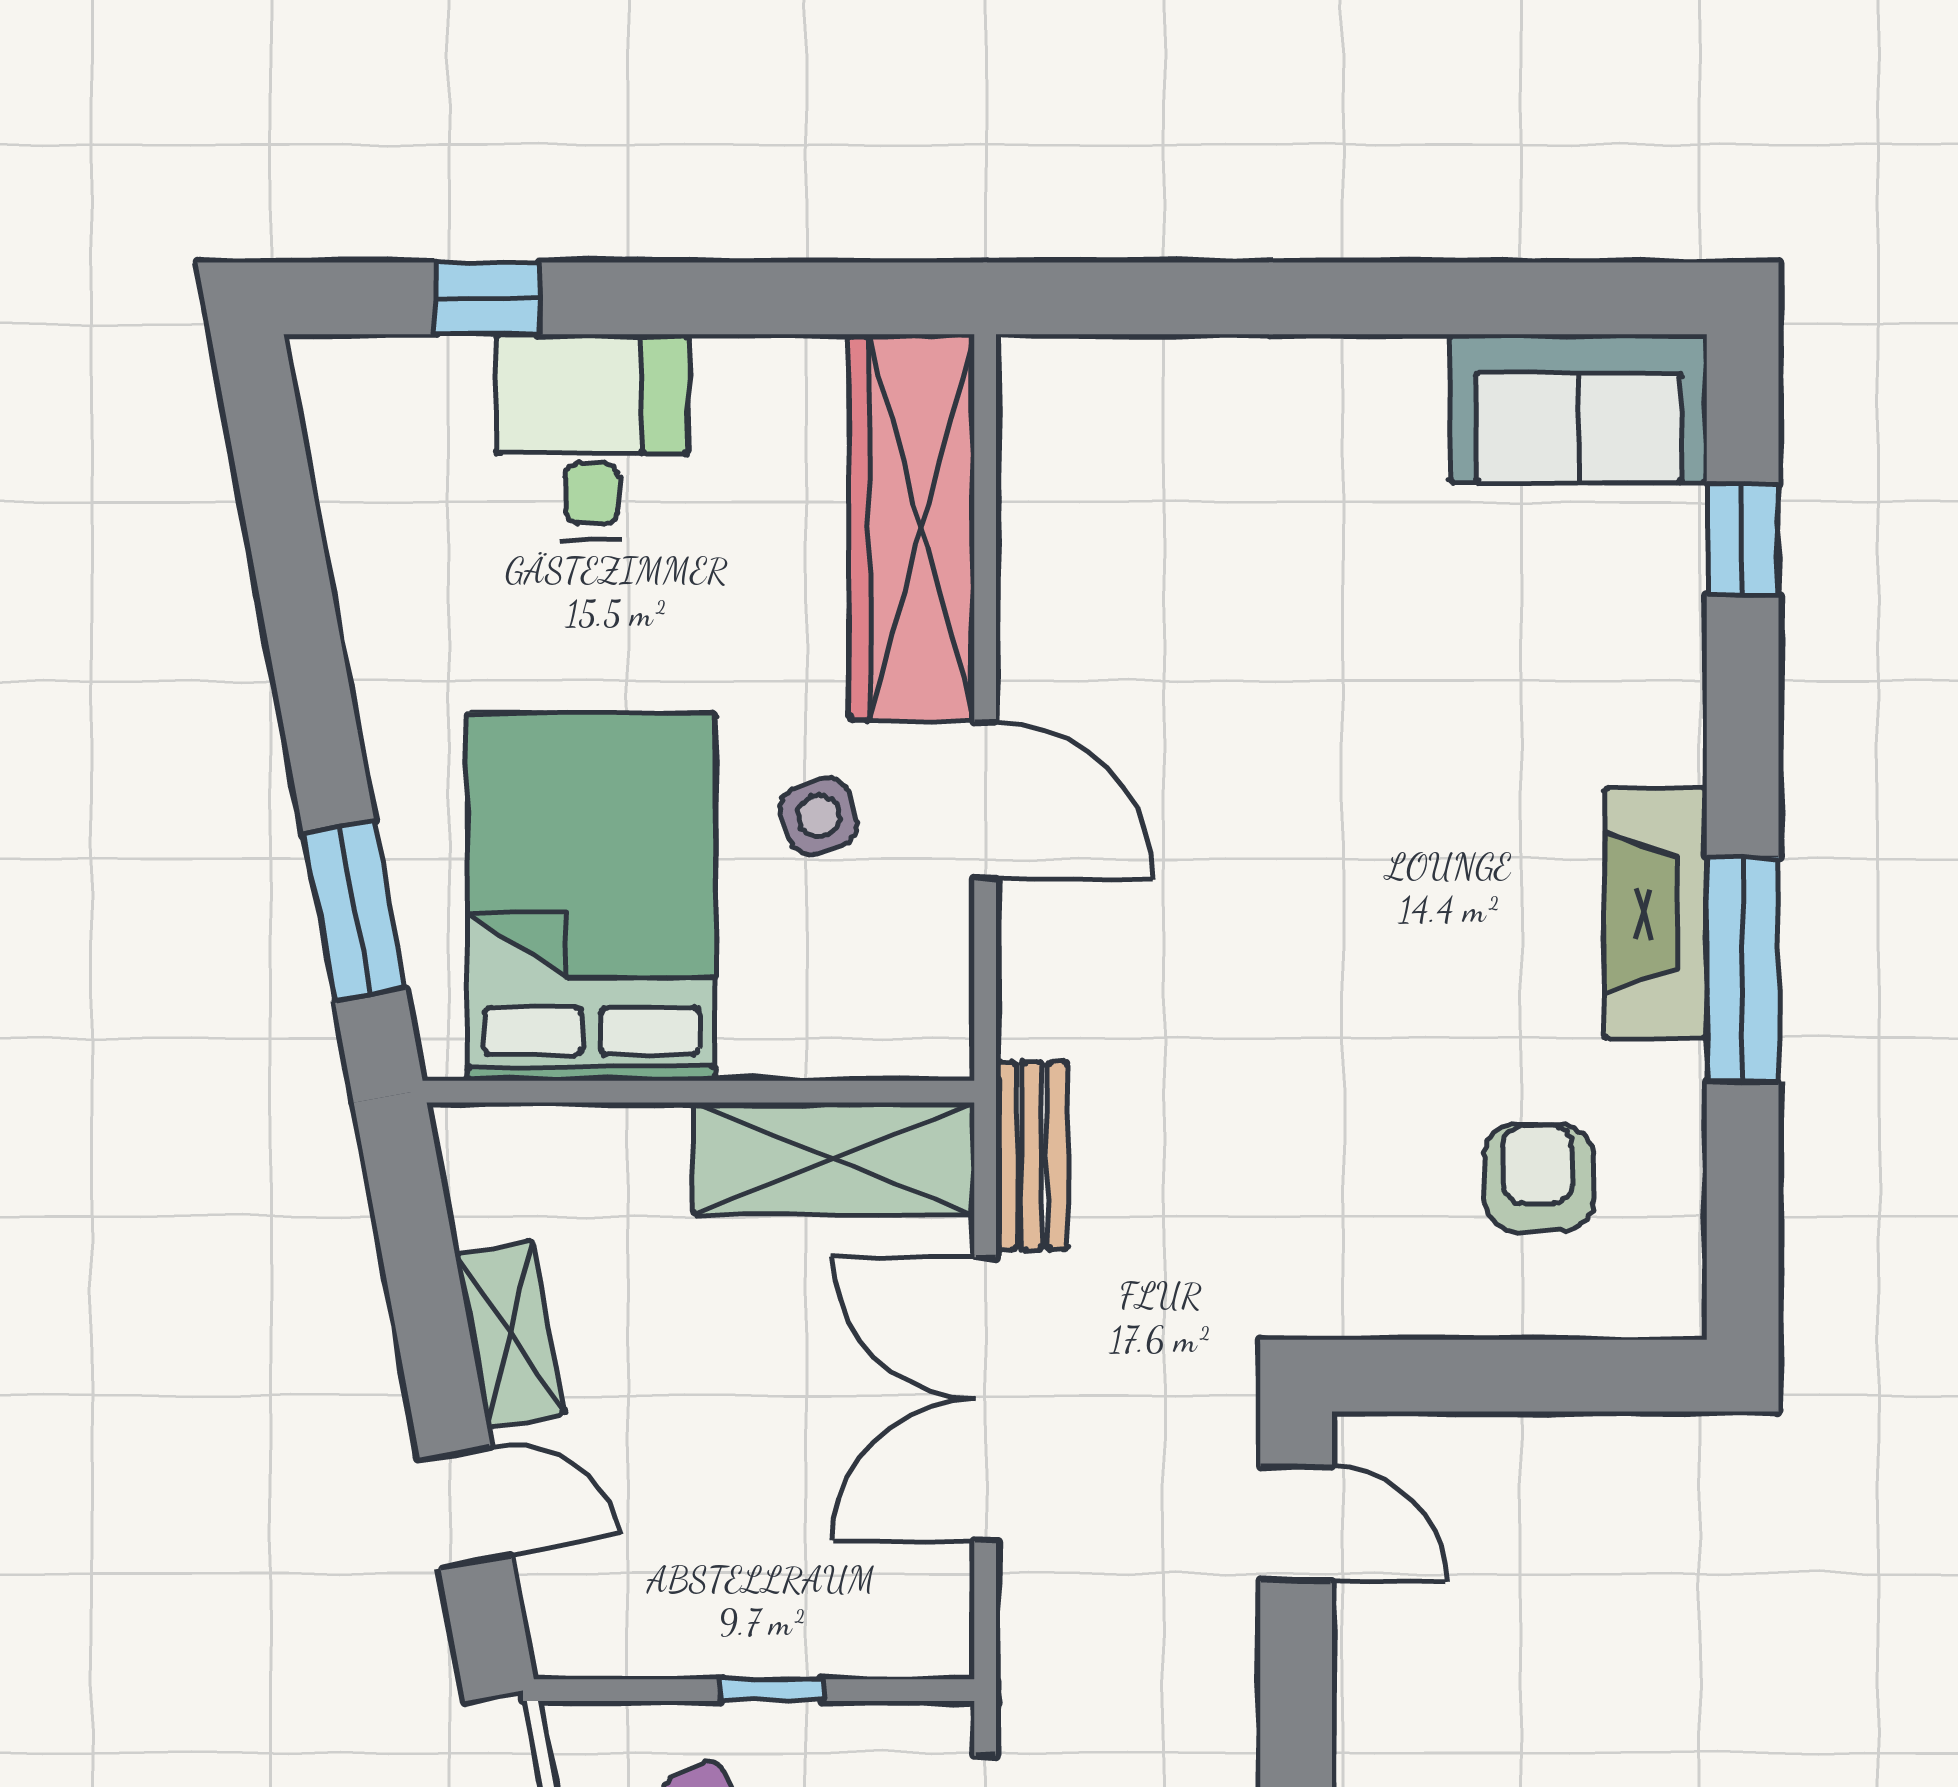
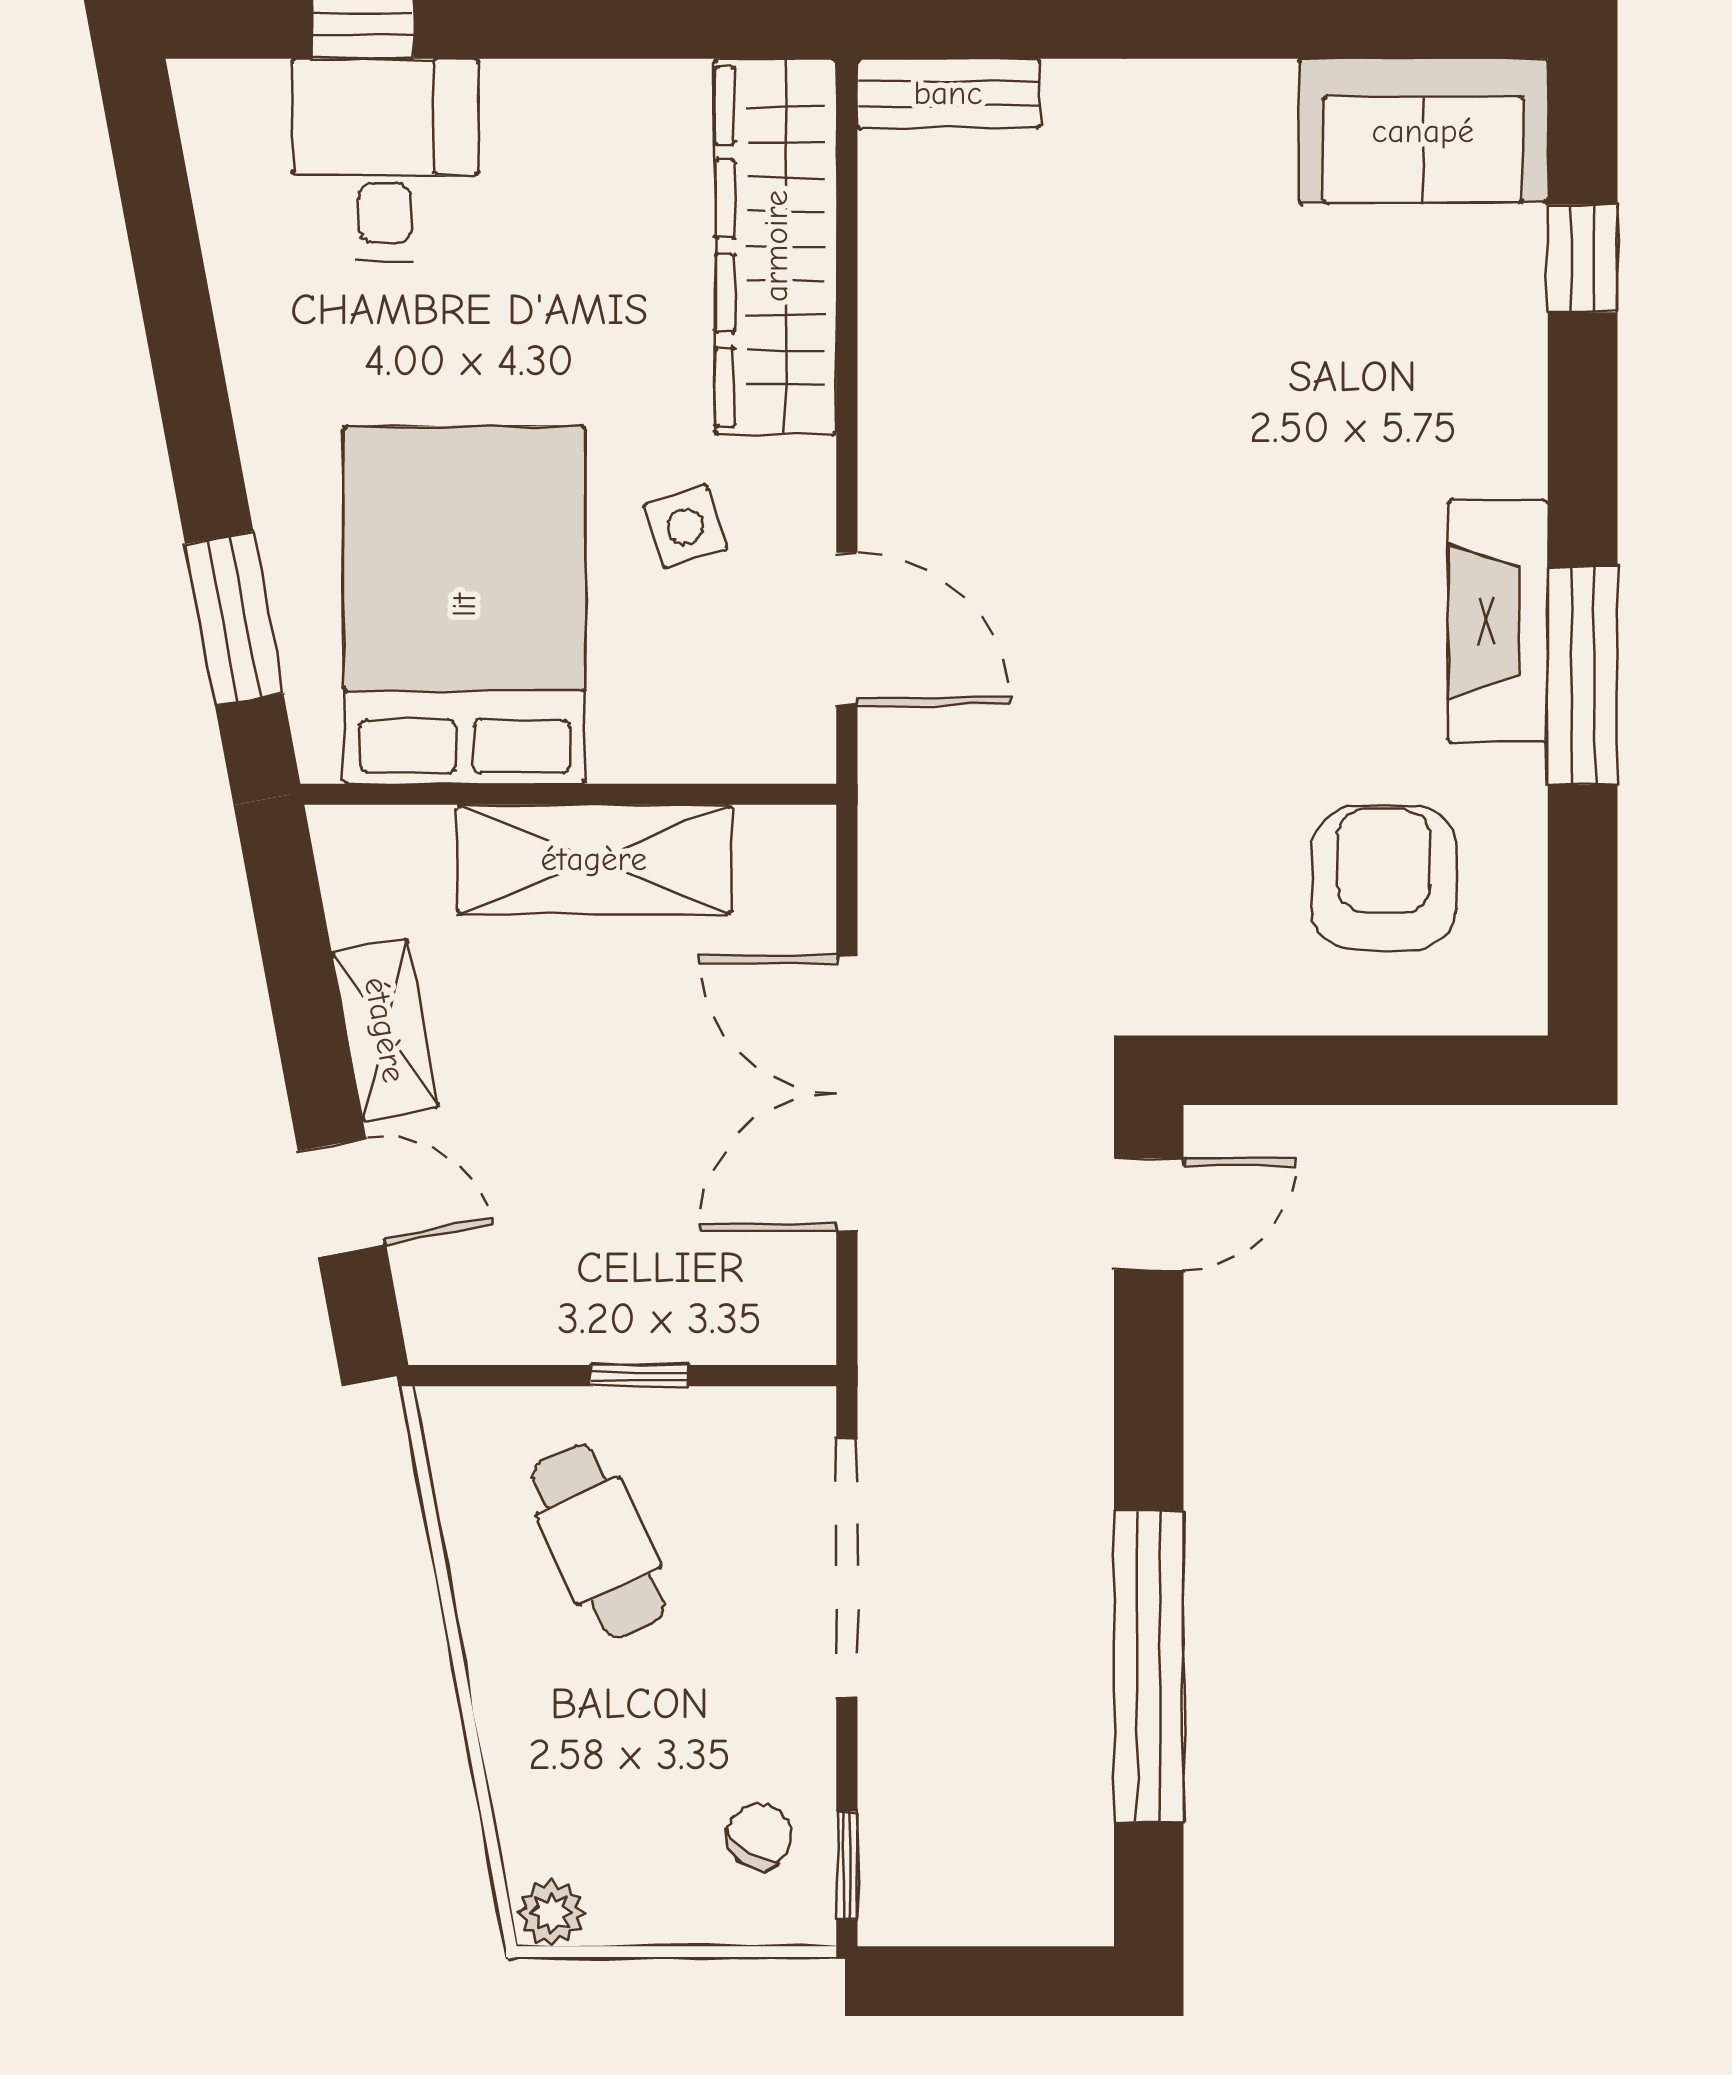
desk: (592, 438) -> (385, 159), moved
door: (985, 800) -> (847, 629), moved
bench: (1032, 1156) -> (948, 93), moved, turned 90
shelving: (834, 1159) -> (594, 859), moved
armchair: (1538, 1178) -> (1384, 878), width x1.38, depth x1.38
door: (1296, 1524) -> (1149, 1214), hinge flipped

